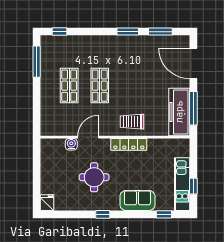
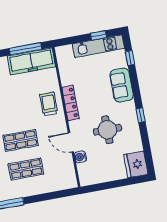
trolley: (132, 122) -> (49, 104), turned 180
fridge: (47, 203) -> (136, 164), width x1.88, depth x1.34

